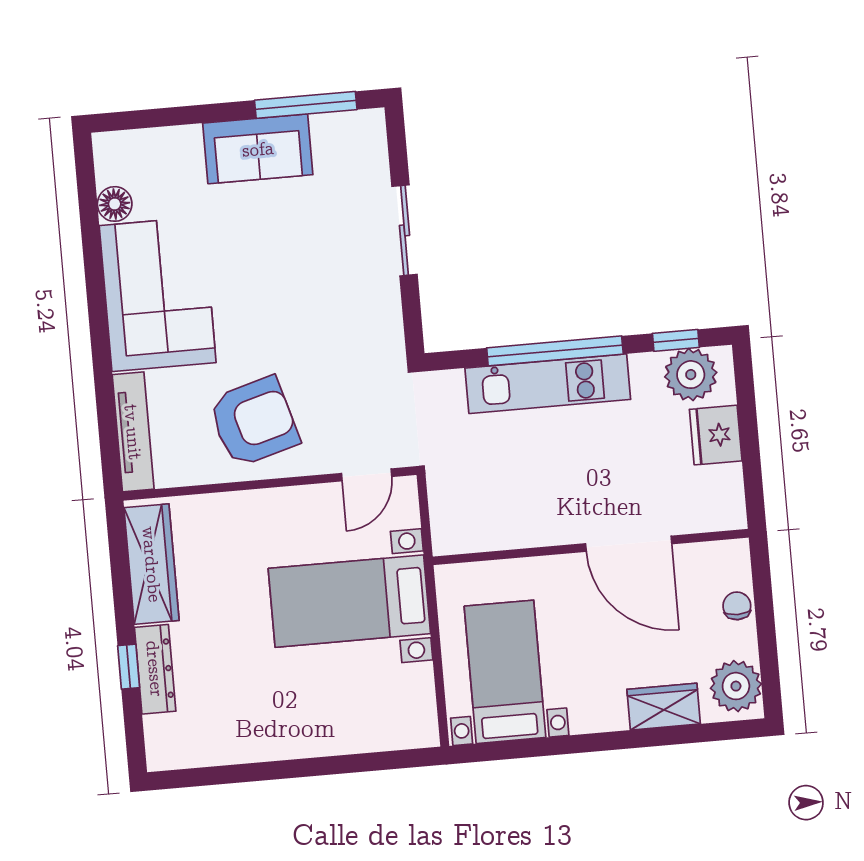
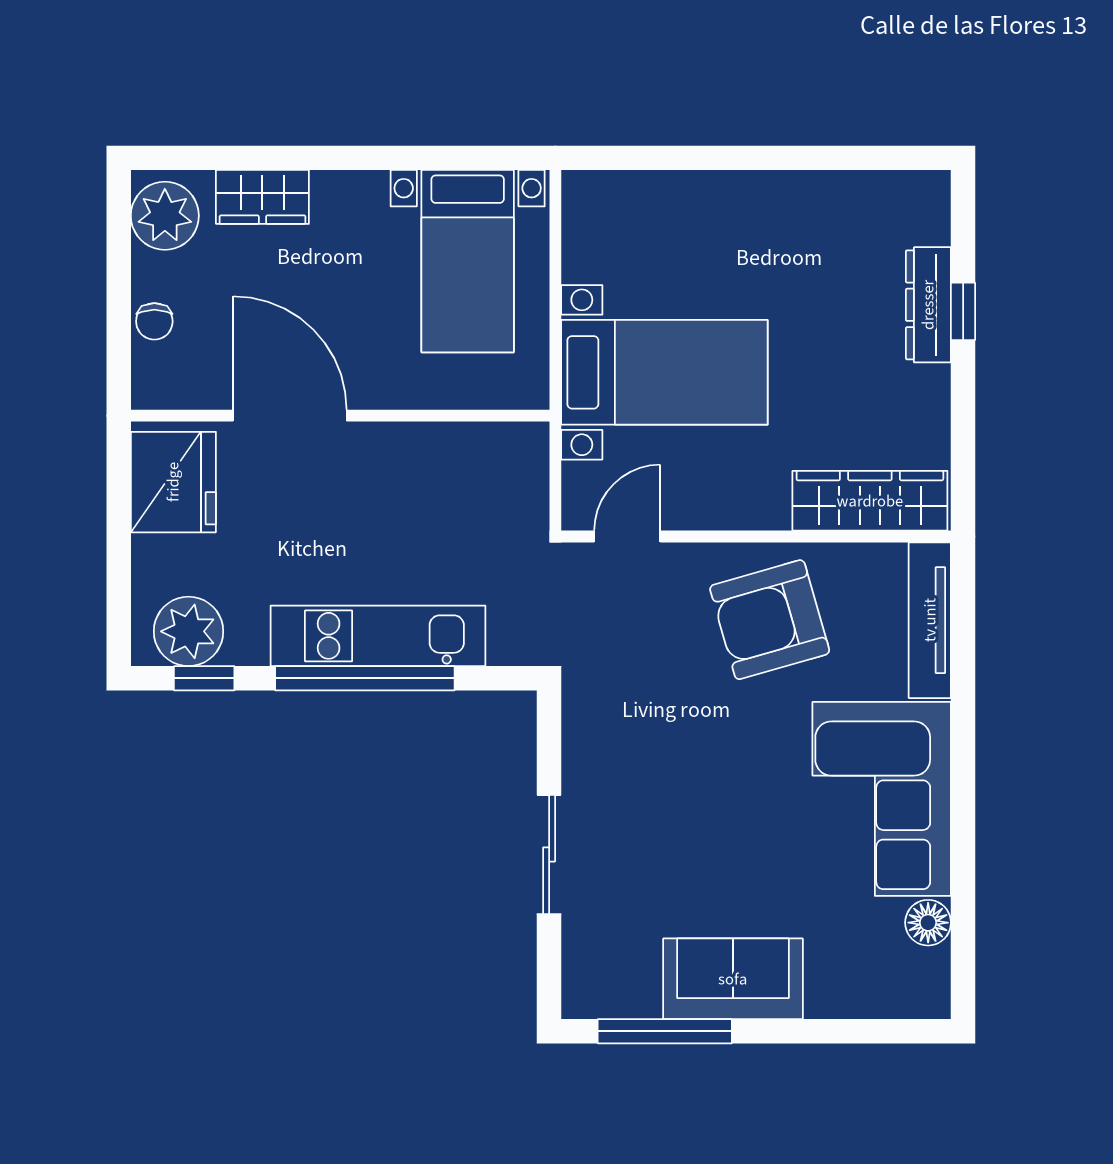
fridge: (716, 435) -> (173, 482), moved, width x1.36, depth x1.34
wardrobe: (152, 564) -> (870, 501), moved, turned 90

